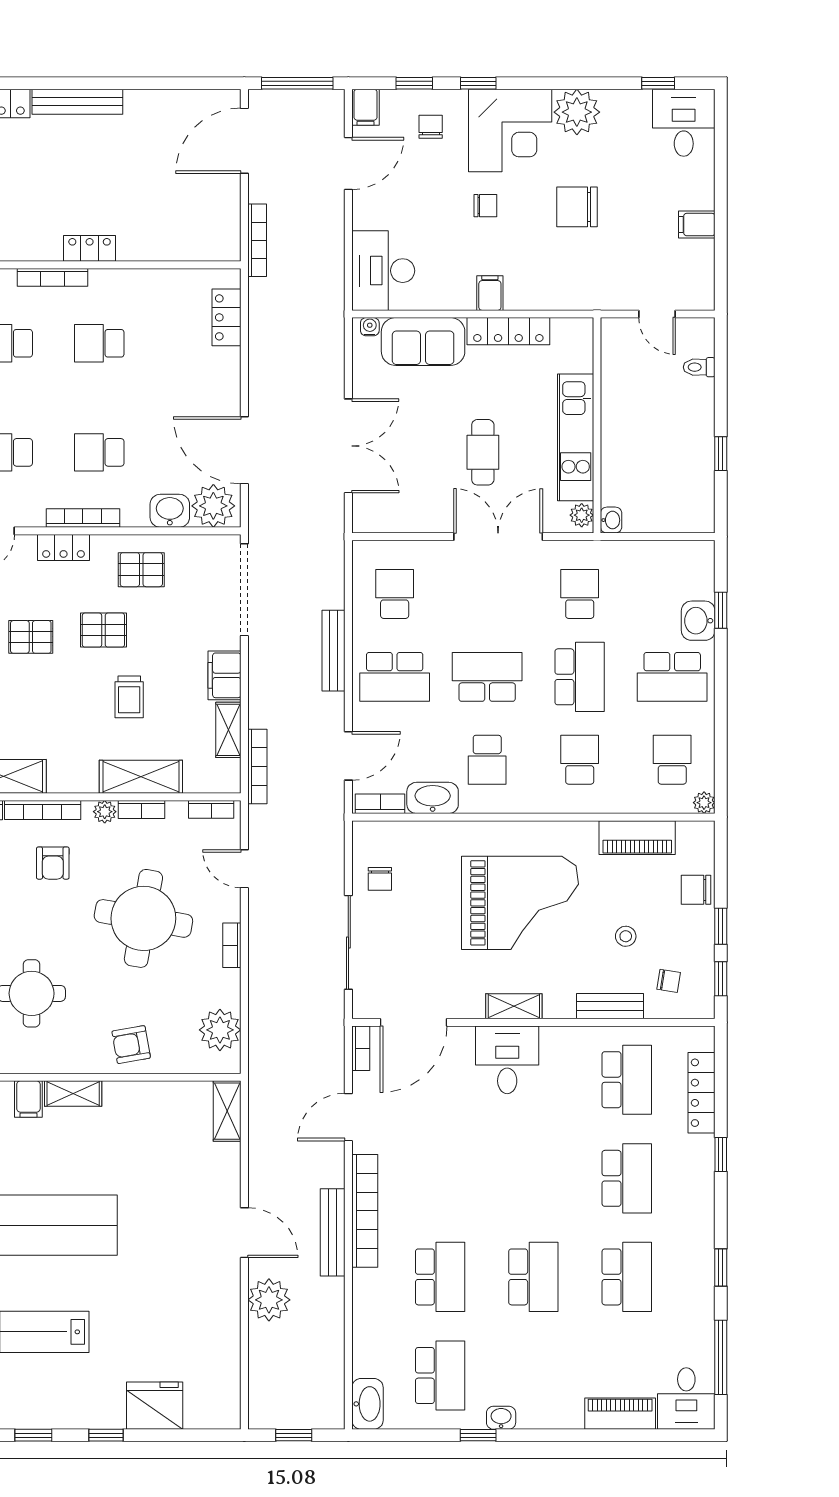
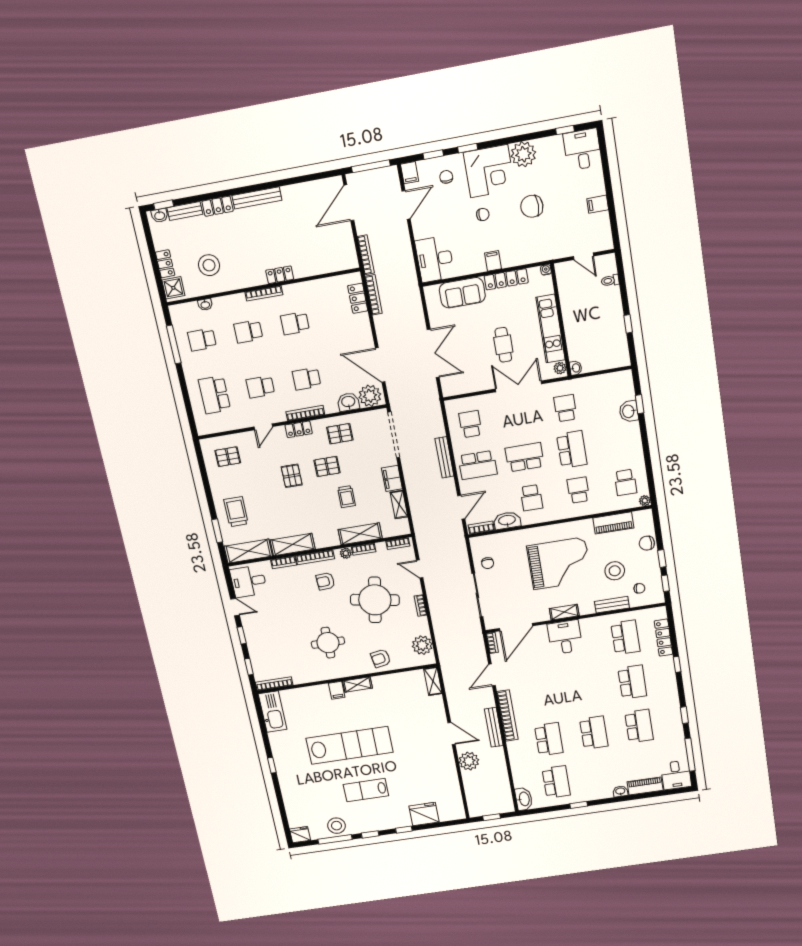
water cooler: (370, 327) -> (546, 270), moved
pallet: (31, 637) -> (292, 476), turned 90
school desk: (672, 677) -> (619, 442), removed
school desk: (672, 760) -> (625, 482), turned 180
bookcase: (257, 766) -> (374, 295), moved
armchair: (53, 863) -> (325, 581), turned 87
stool: (626, 936) -> (615, 571), width x1.89, depth x1.89
washbasin: (501, 1418) -> (620, 791), moved

